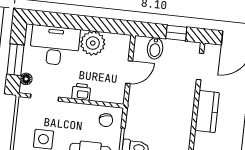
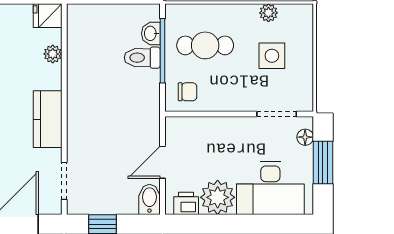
bidet: (155, 48) -> (149, 199), moved
printer: (81, 92) -> (186, 203), moved, turned 180
chair: (106, 120) -> (188, 92), turned 103

